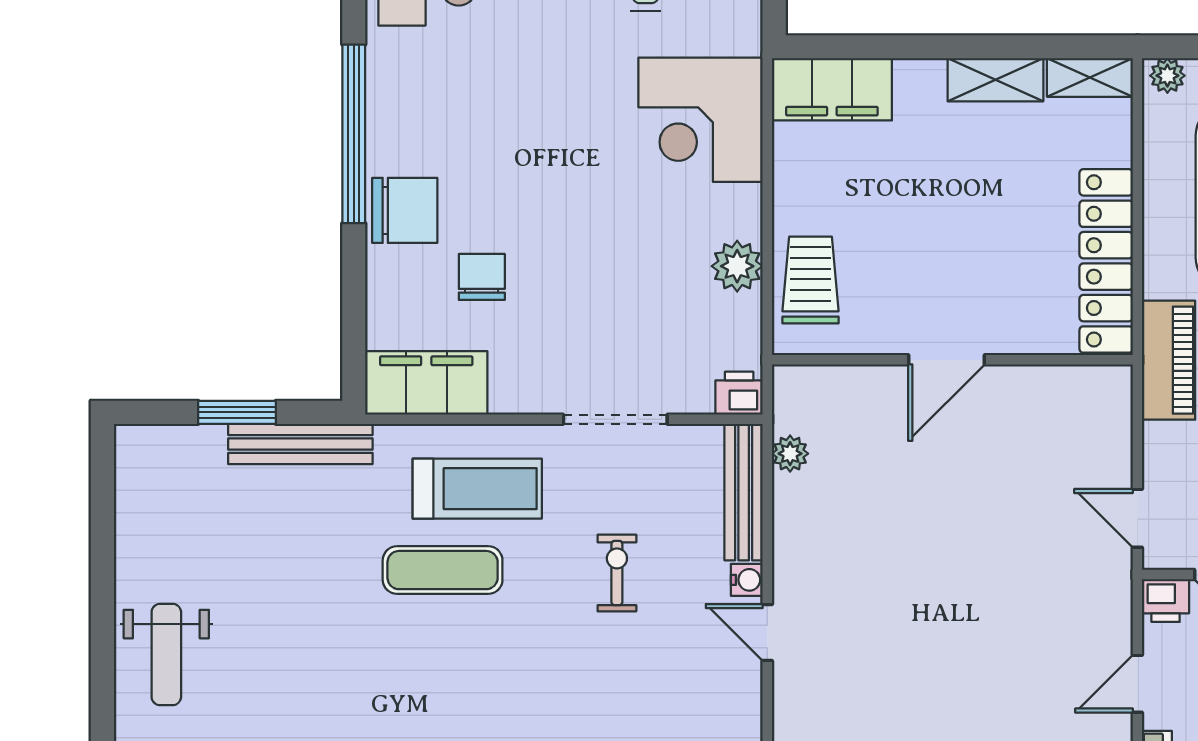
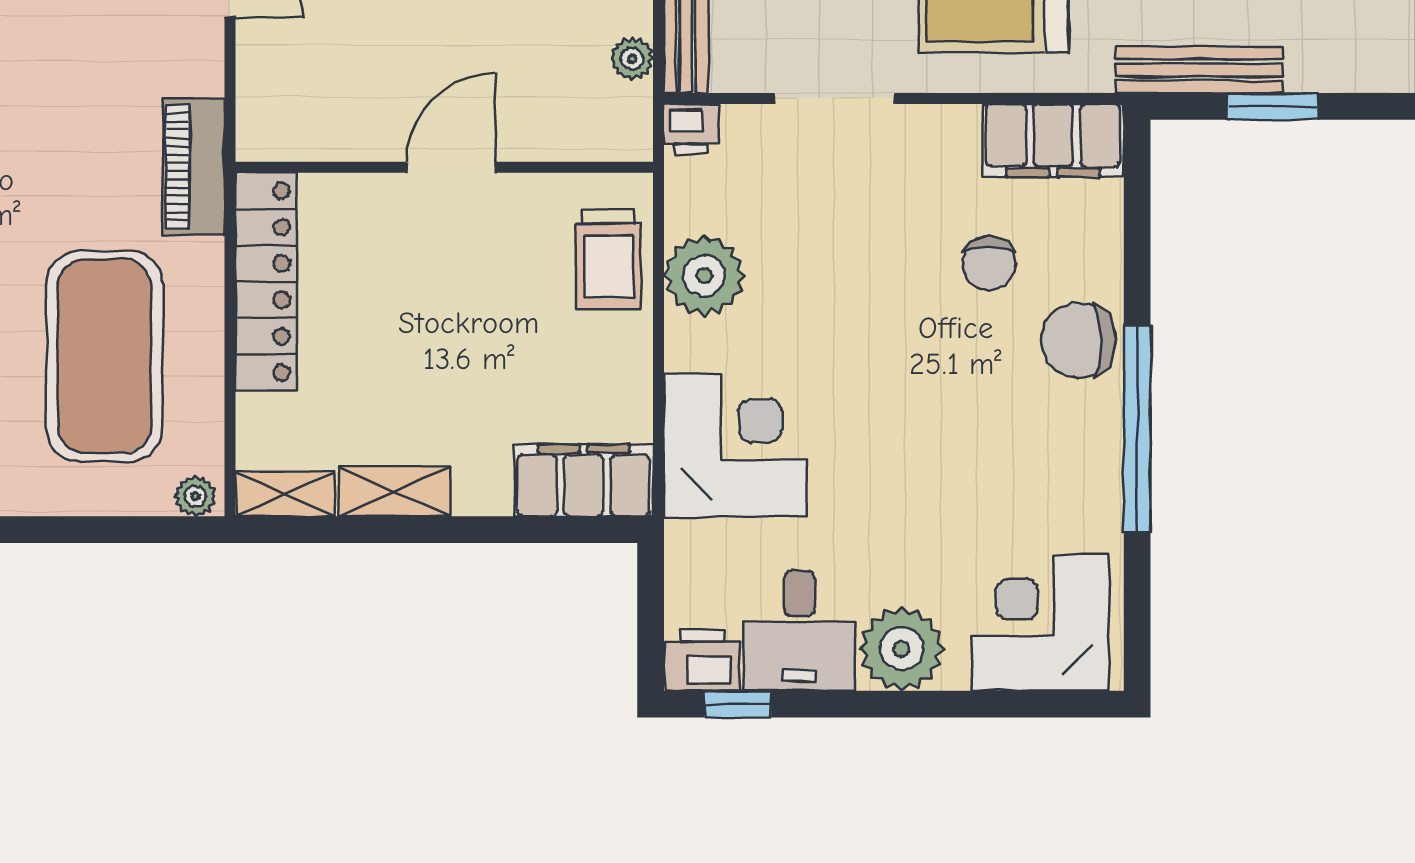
plant: (737, 266) -> (704, 276), width x1.36, depth x1.36

